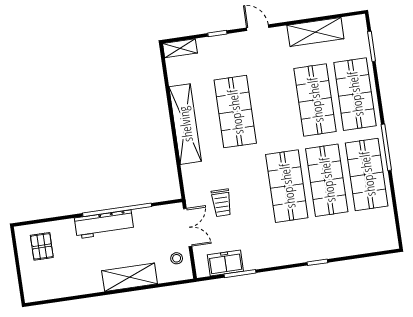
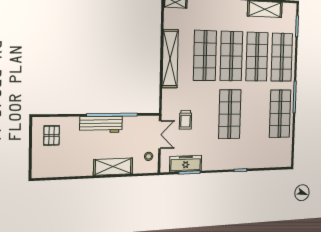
shop shelf: (327, 180) -> (231, 56), moved
freezer: (225, 263) -> (186, 164), width x1.40

